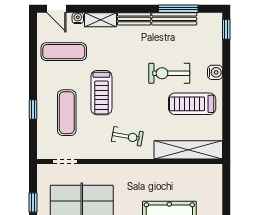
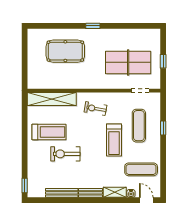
window: (178, 9) -> (59, 200), removed
water cooler: (215, 72) -> (33, 155), removed
exercise bike: (169, 73) -> (65, 154), turned 180
treadmill: (101, 93) -> (114, 140), turned 180

